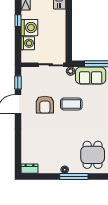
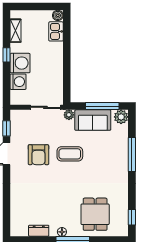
dresser: (30, 169) -> (39, 231), moved

